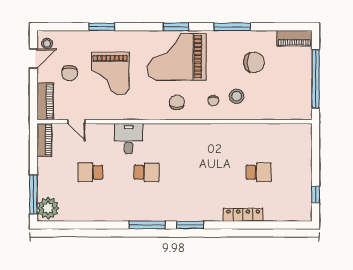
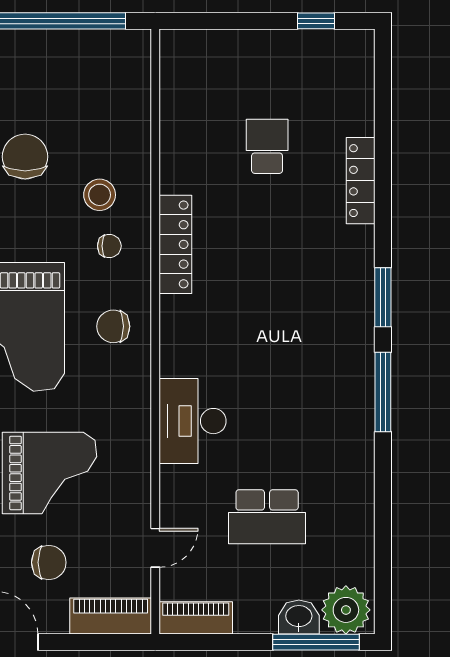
locker: (214, 131) -> (175, 244), added
desk: (129, 138) -> (193, 421), width x1.37
school desk: (90, 172) -> (267, 517), width x1.85
school desk: (146, 172) -> (267, 393), removed
washbasin: (45, 187) -> (299, 617), added

